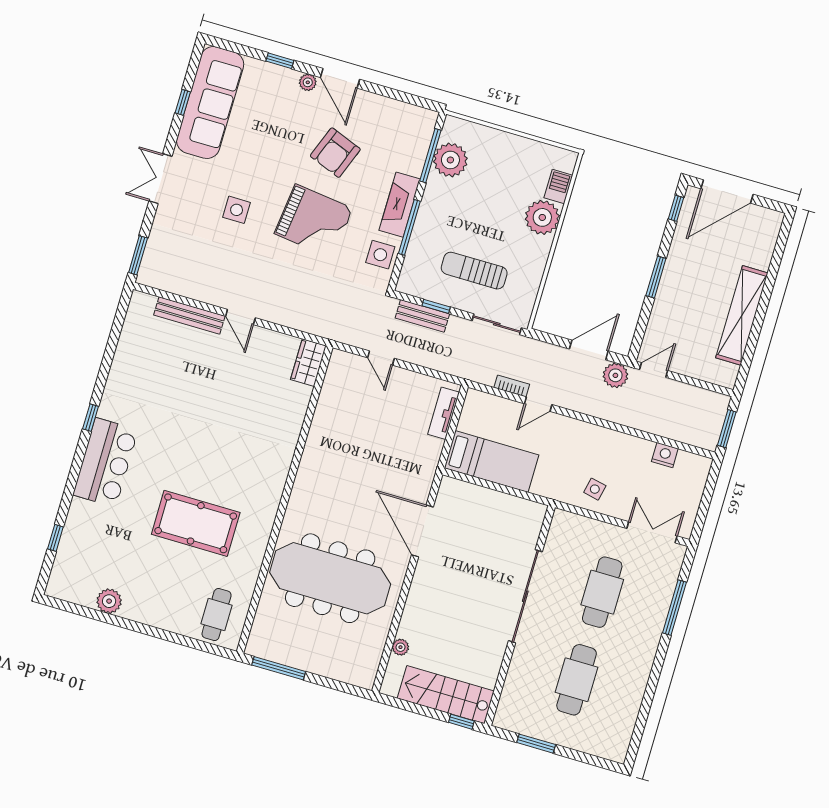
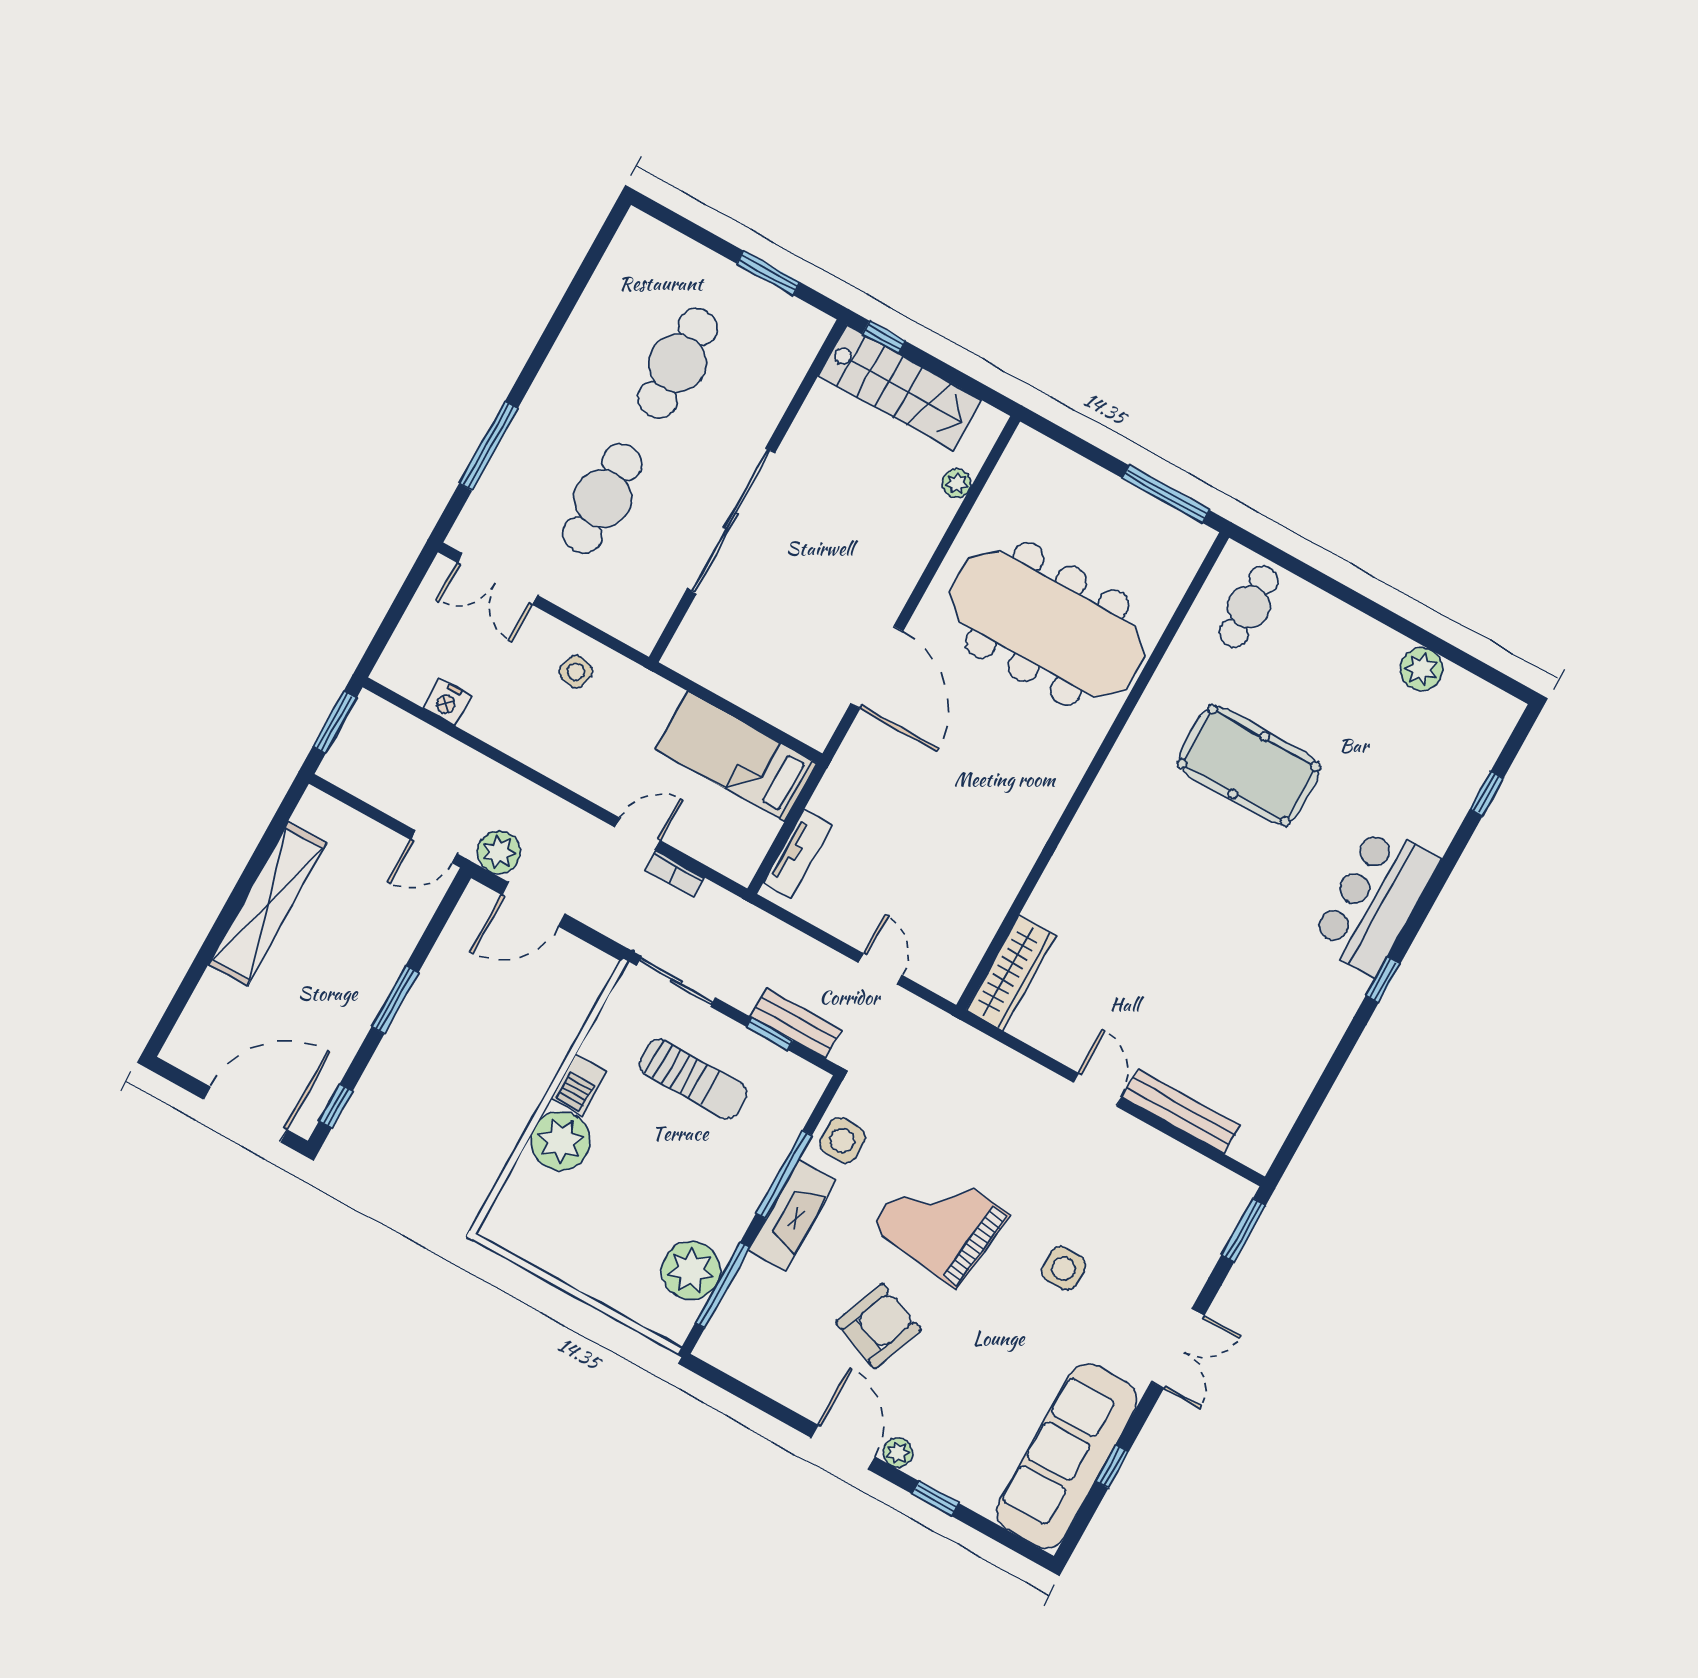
barbecue: (558, 187) -> (579, 1085), moved
wardrobe: (308, 363) -> (1011, 973), width x1.50

